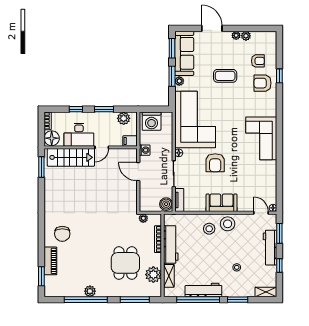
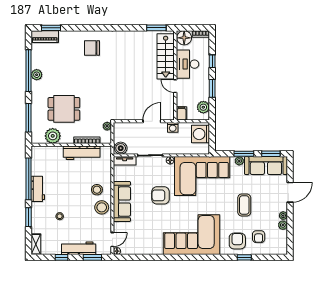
corner sofa: (261, 138) -> (191, 235), width x1.36, depth x1.36
sofa: (222, 203) -> (122, 202), width x1.36
piano: (50, 261) -> (45, 37), moved
shelving: (169, 276) -> (51, 151), removed
workbench: (203, 290) -> (38, 189), width x0.73

